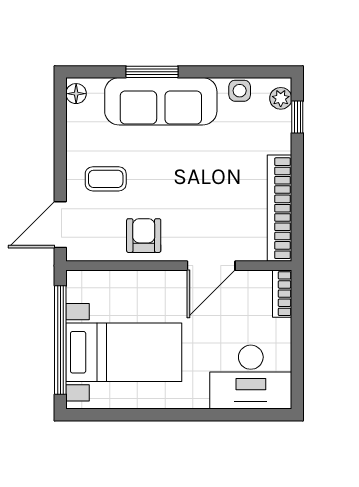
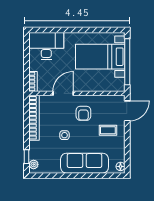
window: (152, 72) -> (88, 176), removed
side table: (240, 91) -> (64, 135), moved
armchair: (144, 236) -> (83, 113), moved

